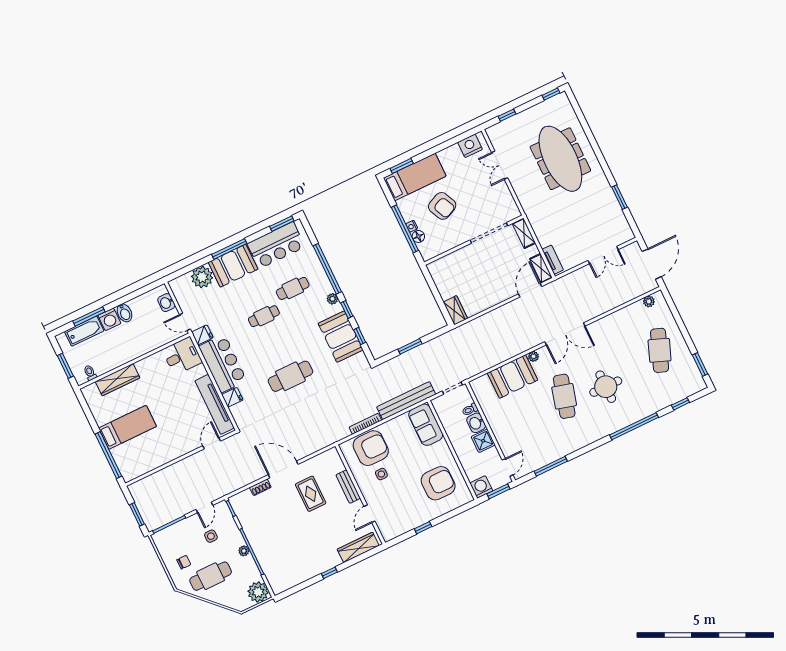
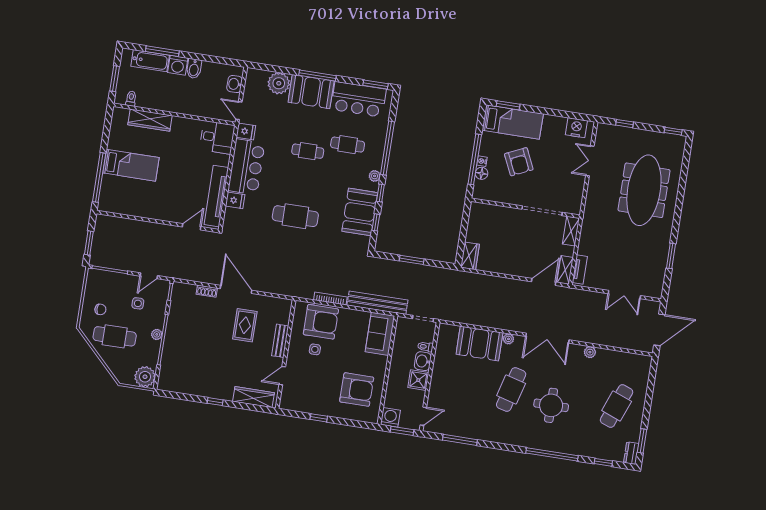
plant: (649, 301) -> (590, 352), moved
dresser: (698, 380) -> (631, 453), added

